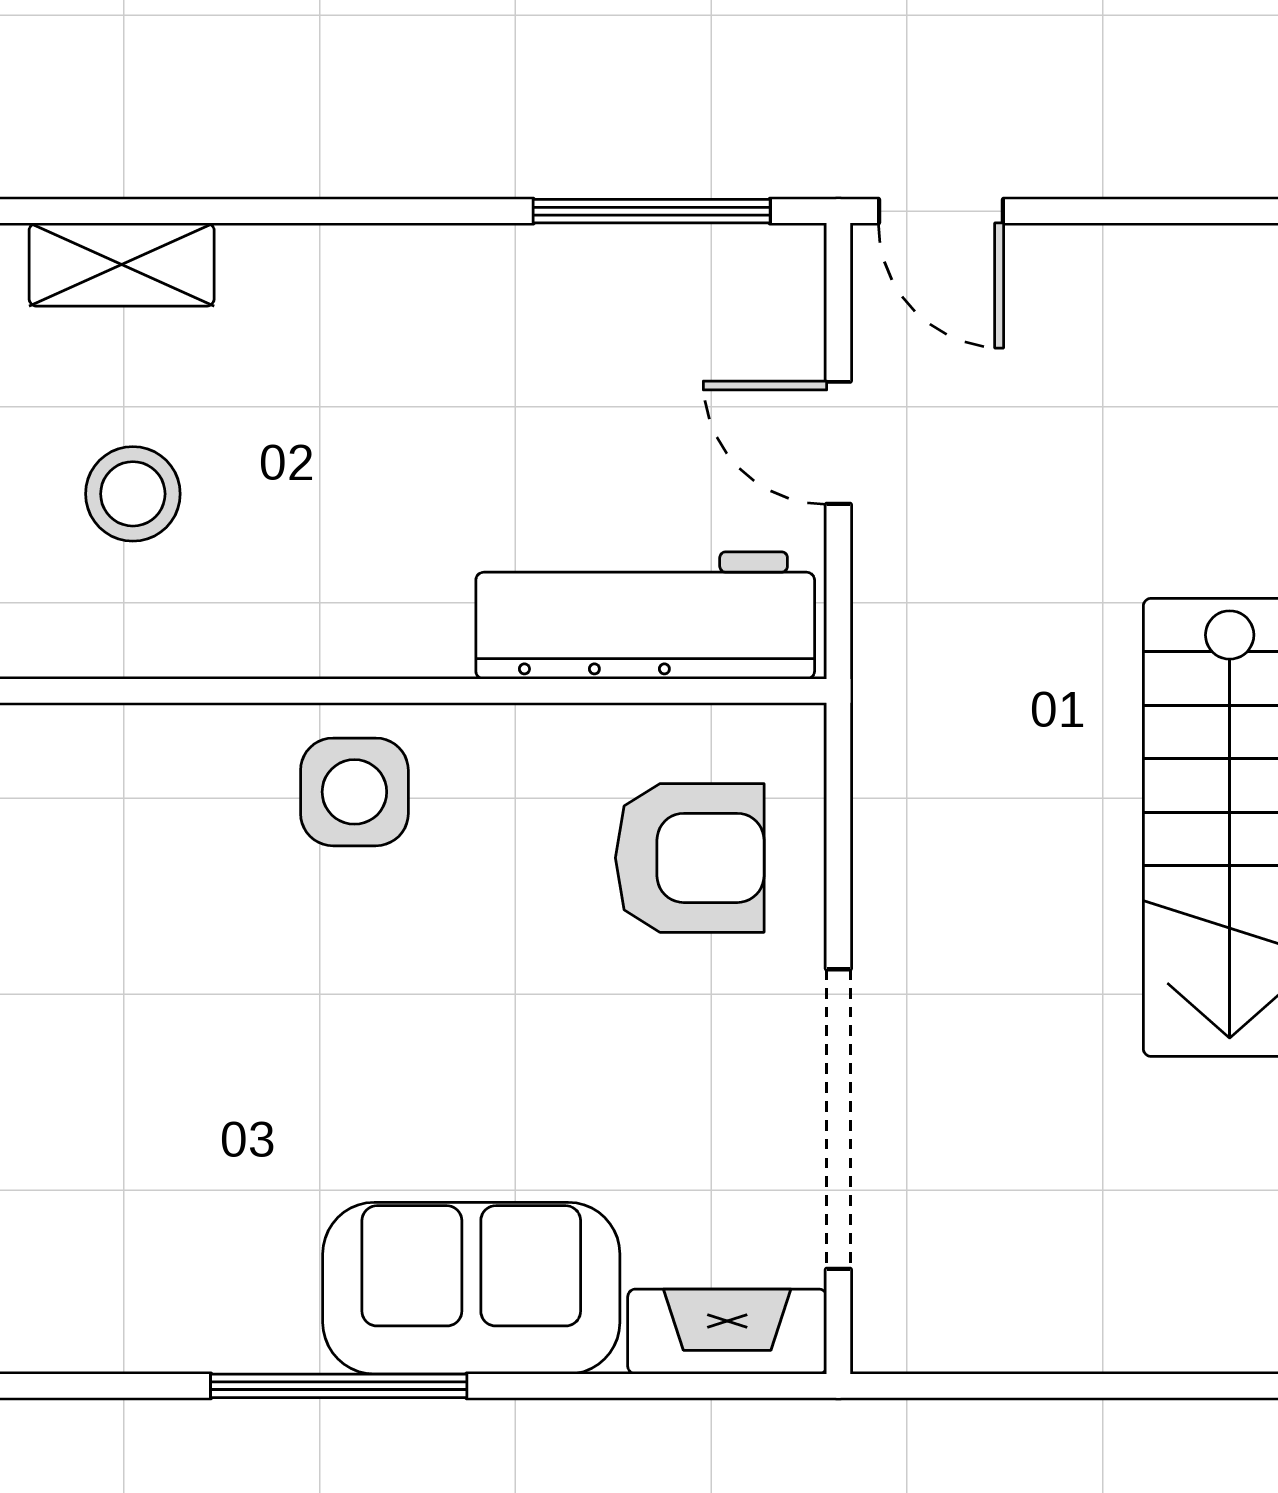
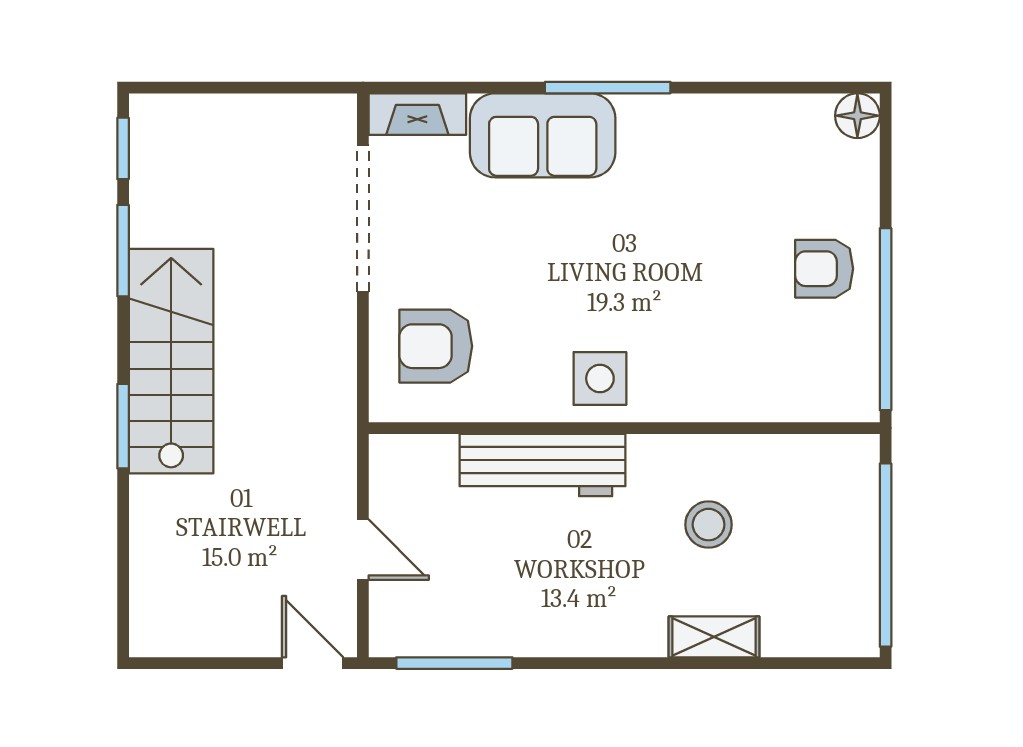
workbench: (645, 615) -> (543, 465), moved

